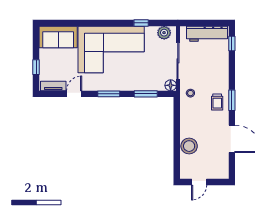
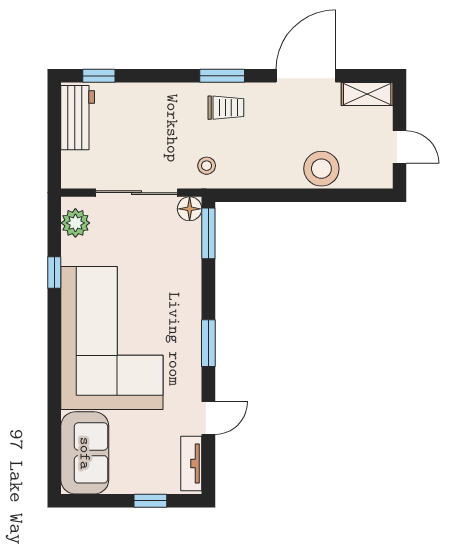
workbench: (207, 34) -> (78, 118), width x0.73
door: (74, 94) -> (208, 418), swing flipped
window: (146, 94) -> (208, 233), moved
shelving: (223, 167) -> (367, 94), added

